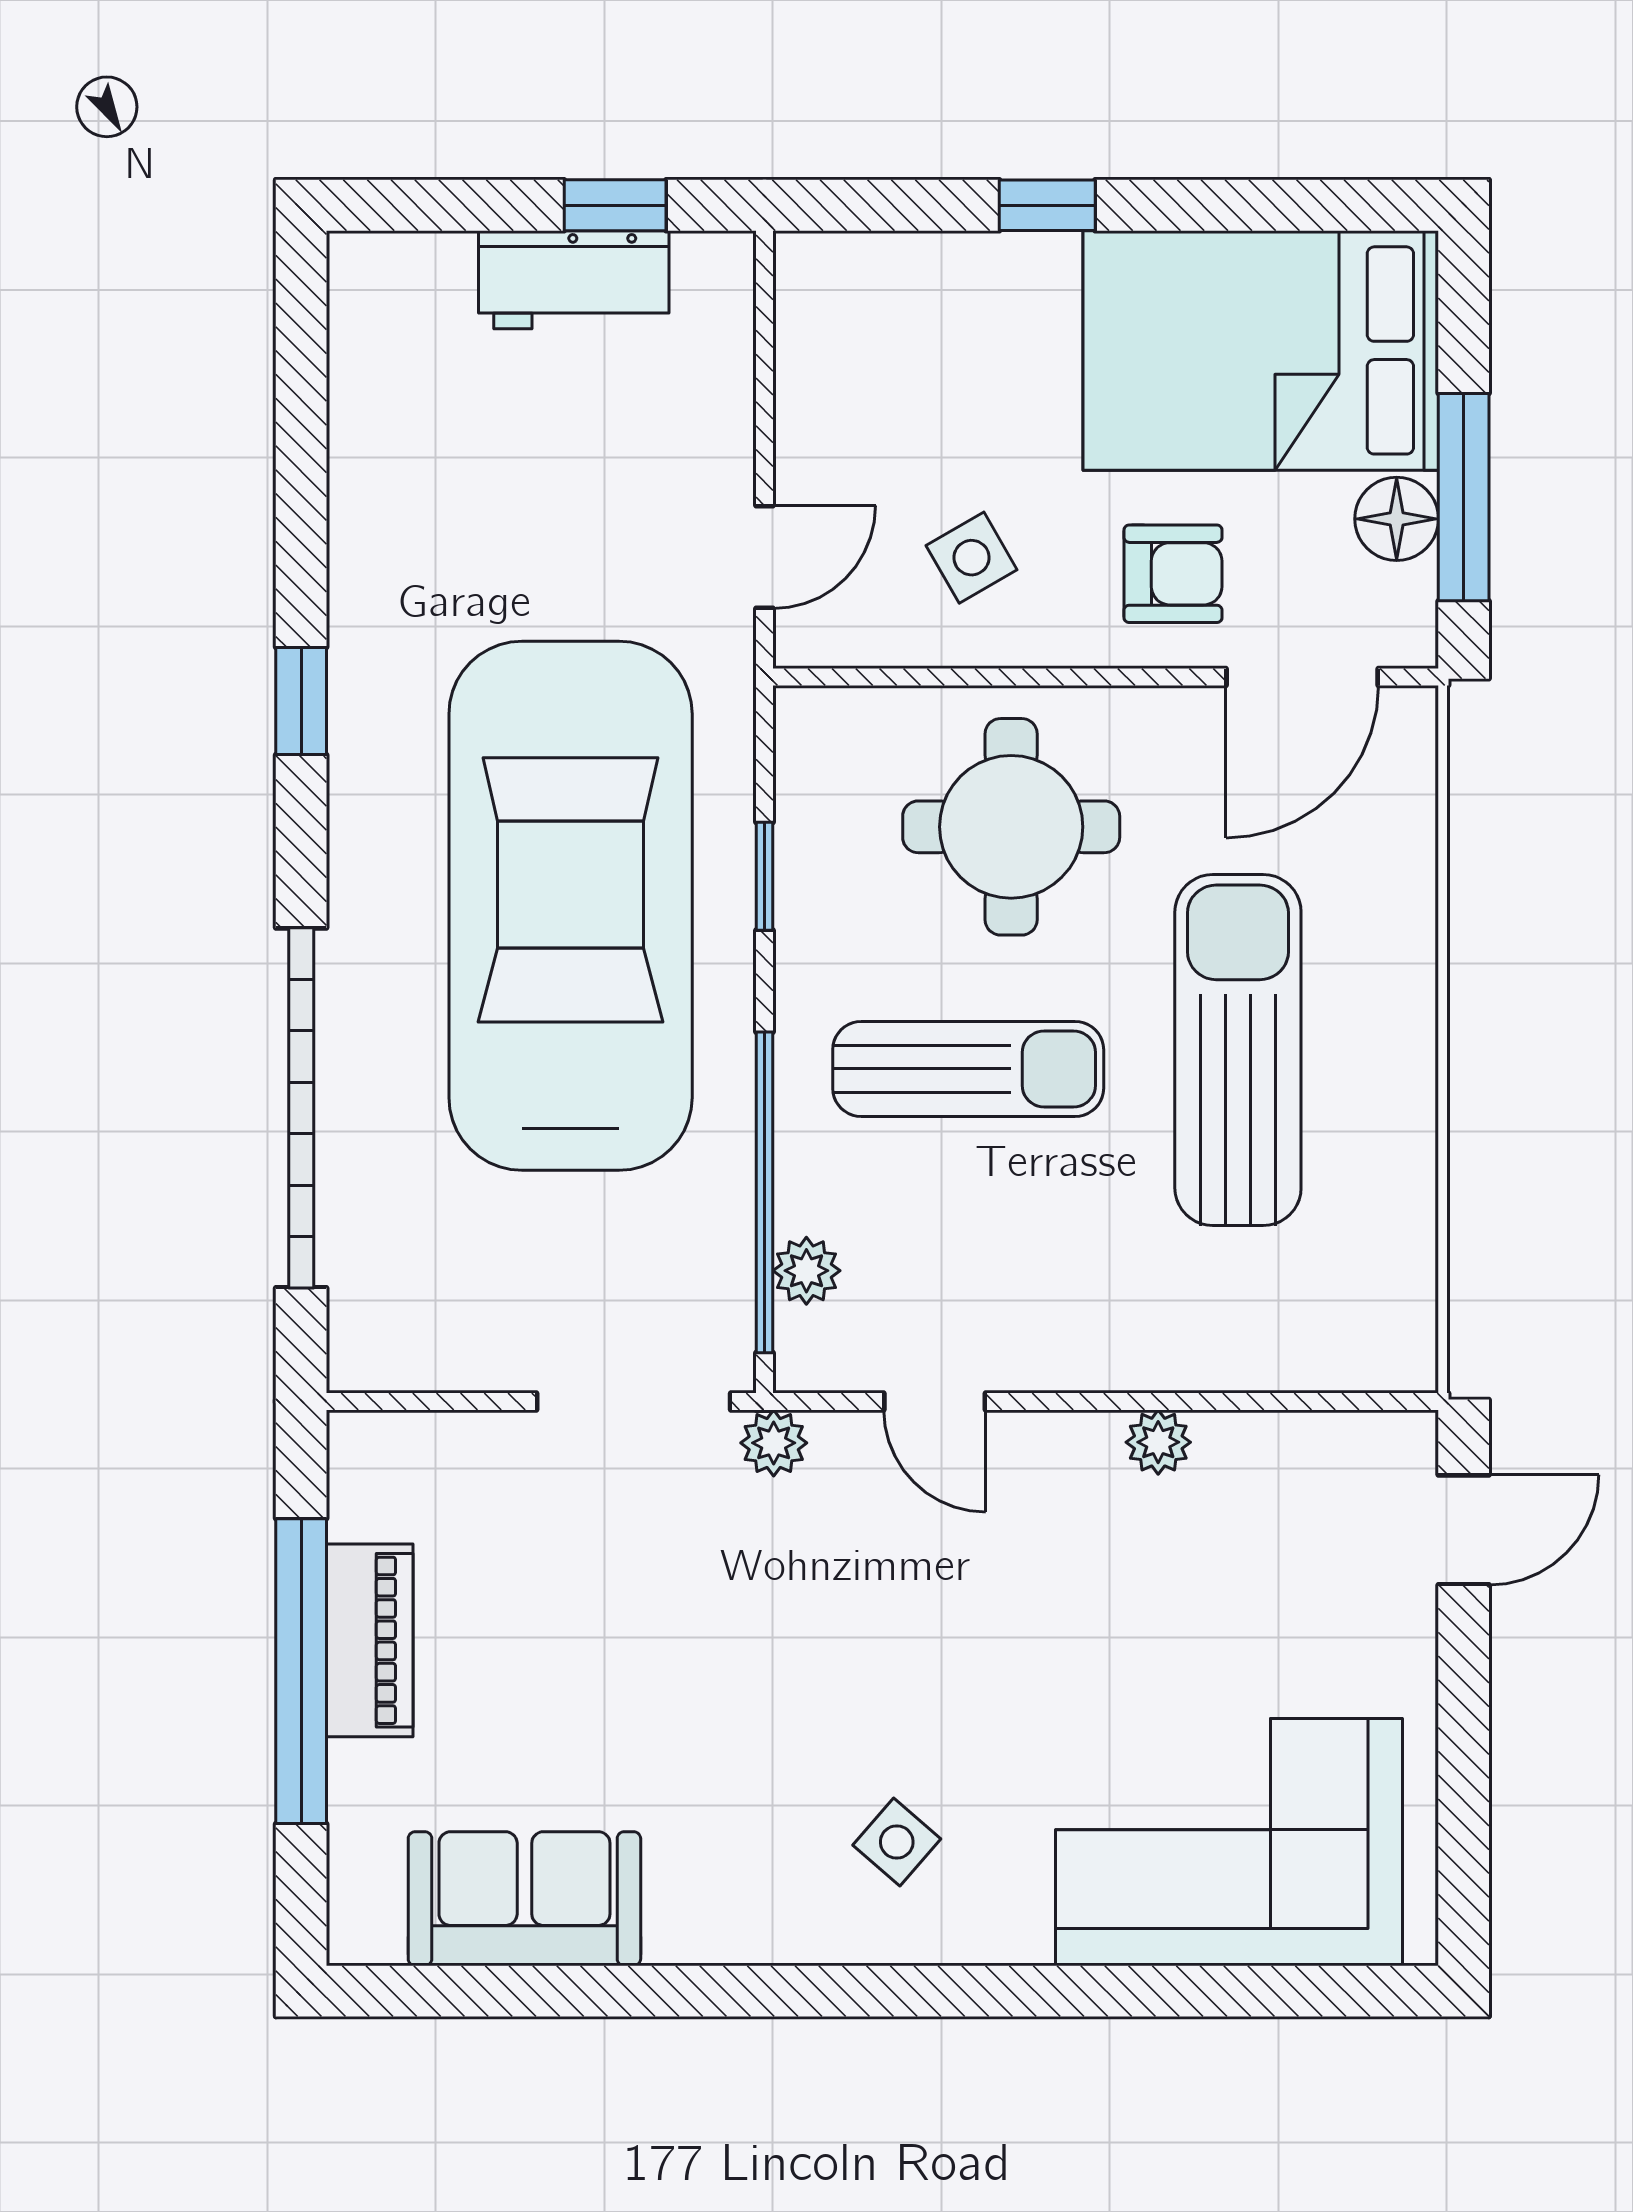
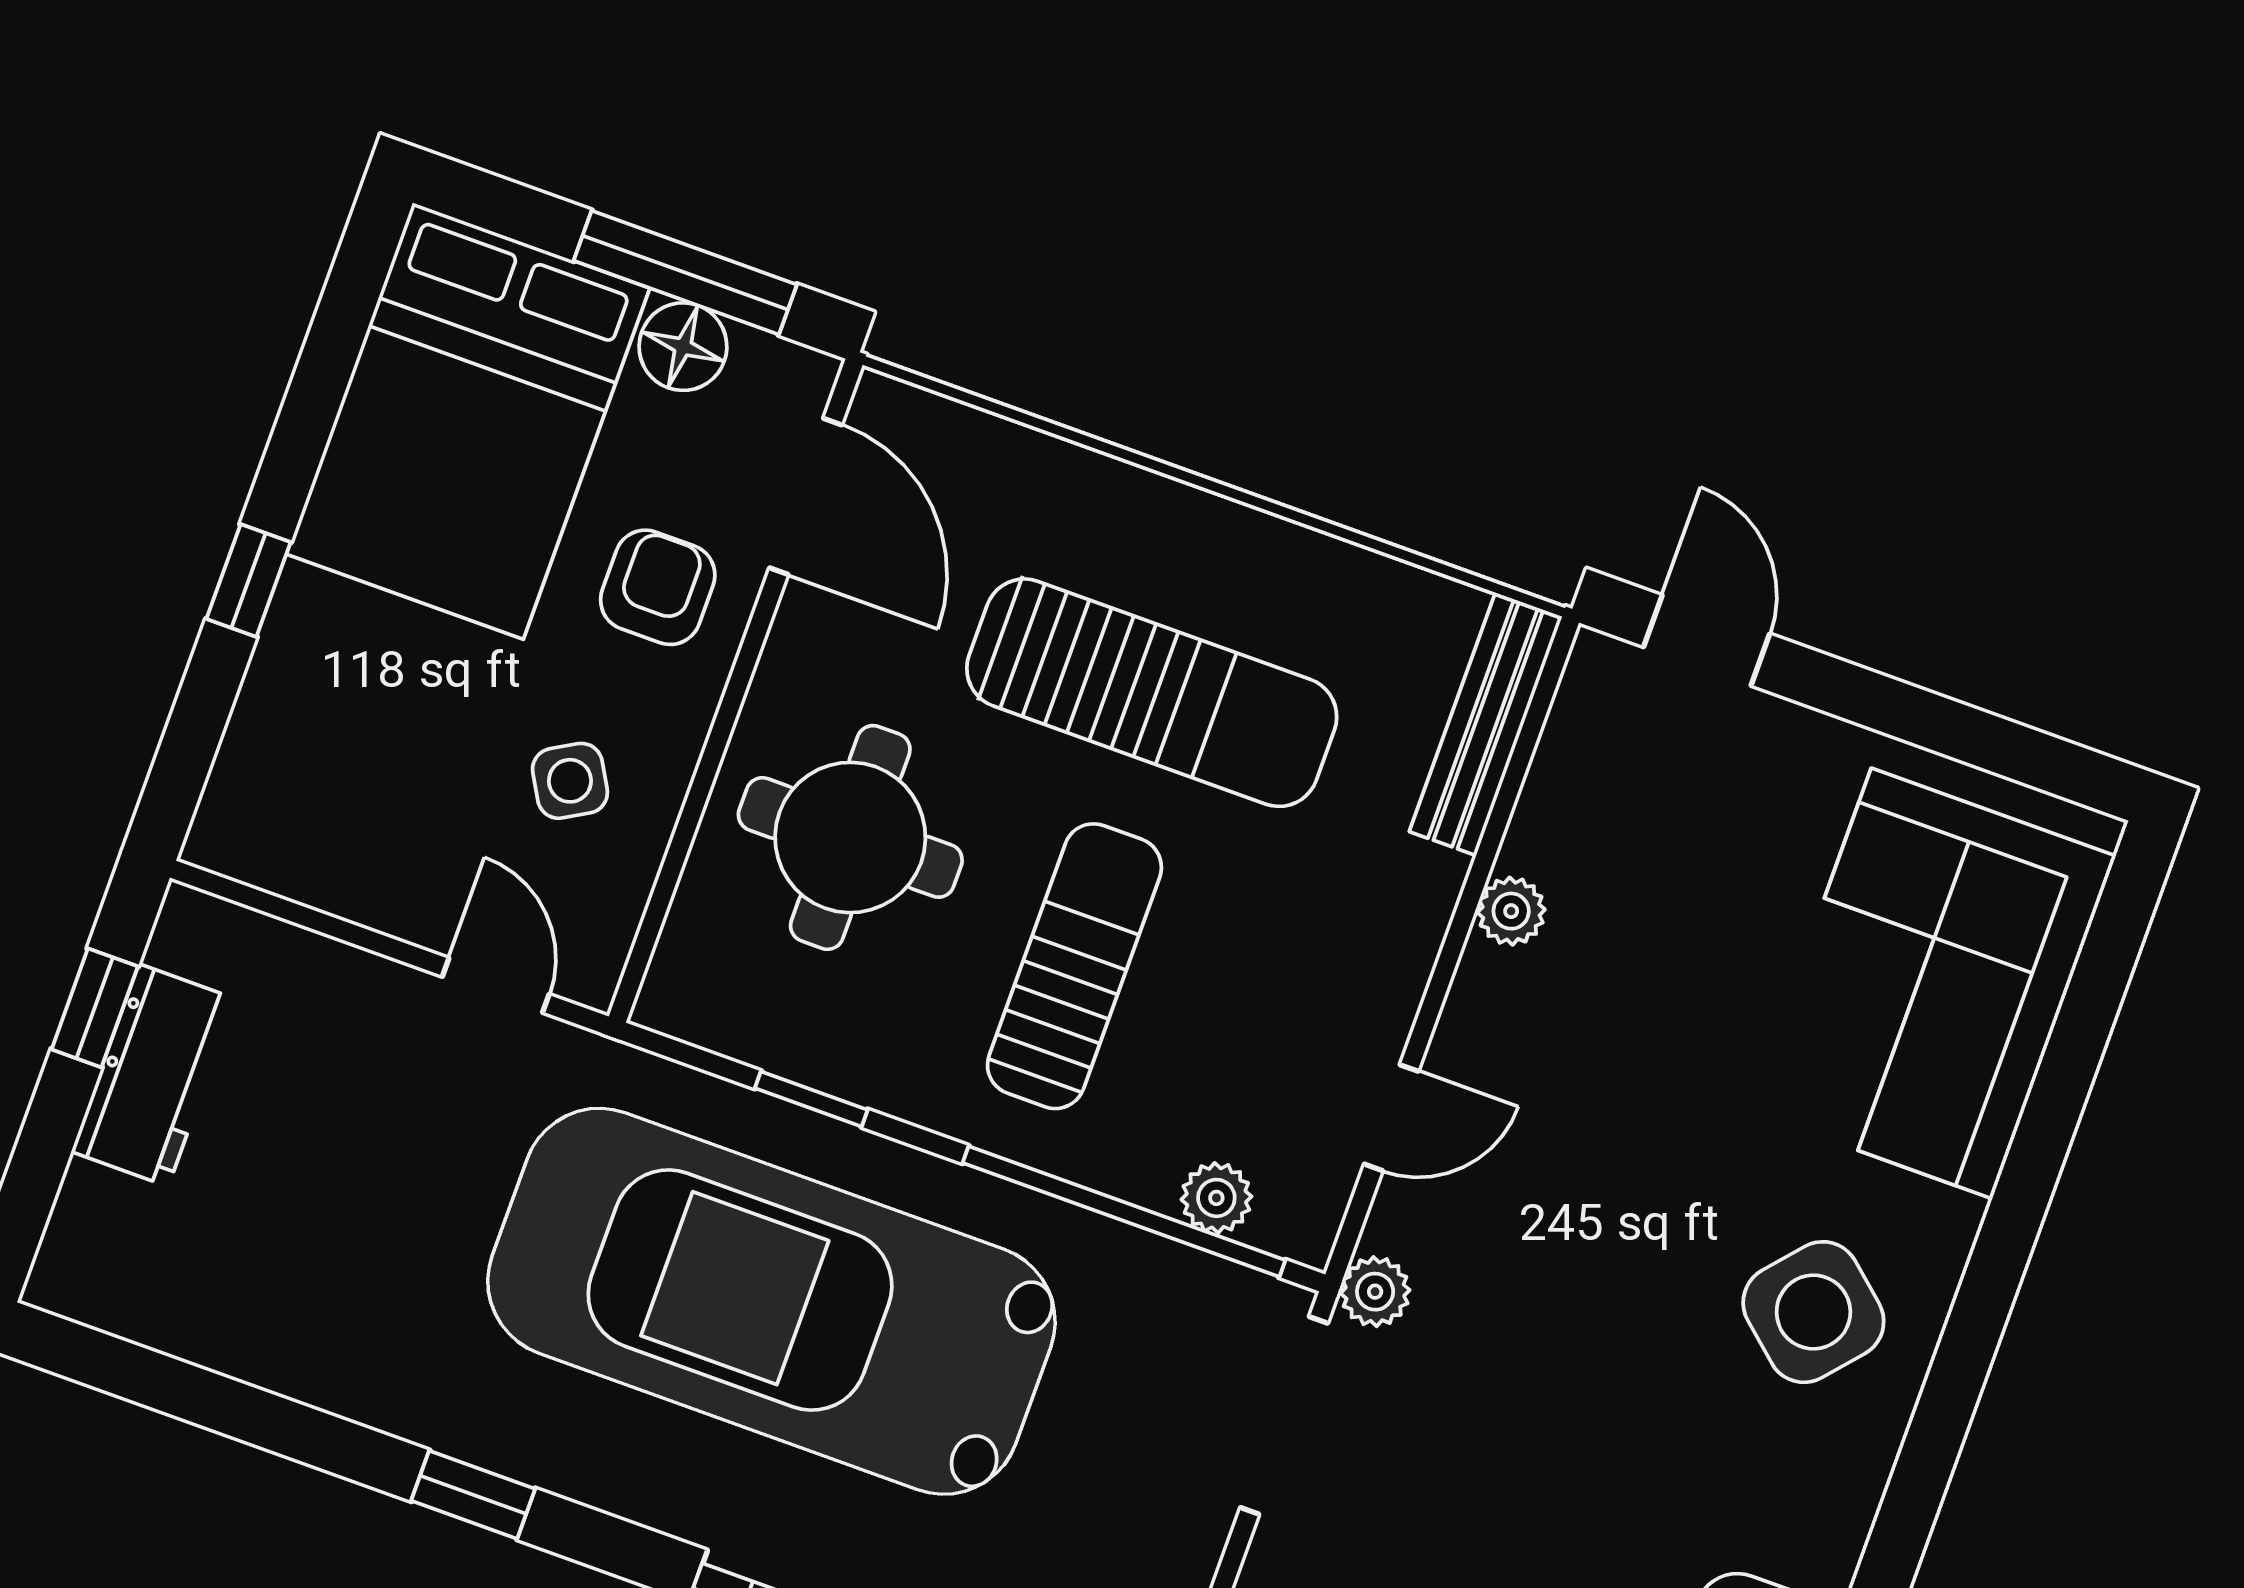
sun lounger: (1238, 1050) -> (1152, 693), turned 180
bench: (1317, 1359) -> (1486, 724), added
side table: (897, 1842) -> (1813, 1312), width x1.87, depth x1.87

